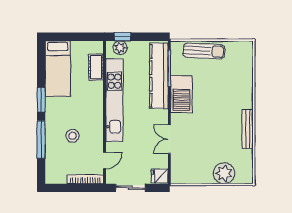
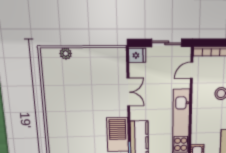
bench: (248, 129) -> (50, 104), removed
plant: (224, 173) -> (66, 54), width x0.53, depth x0.53

